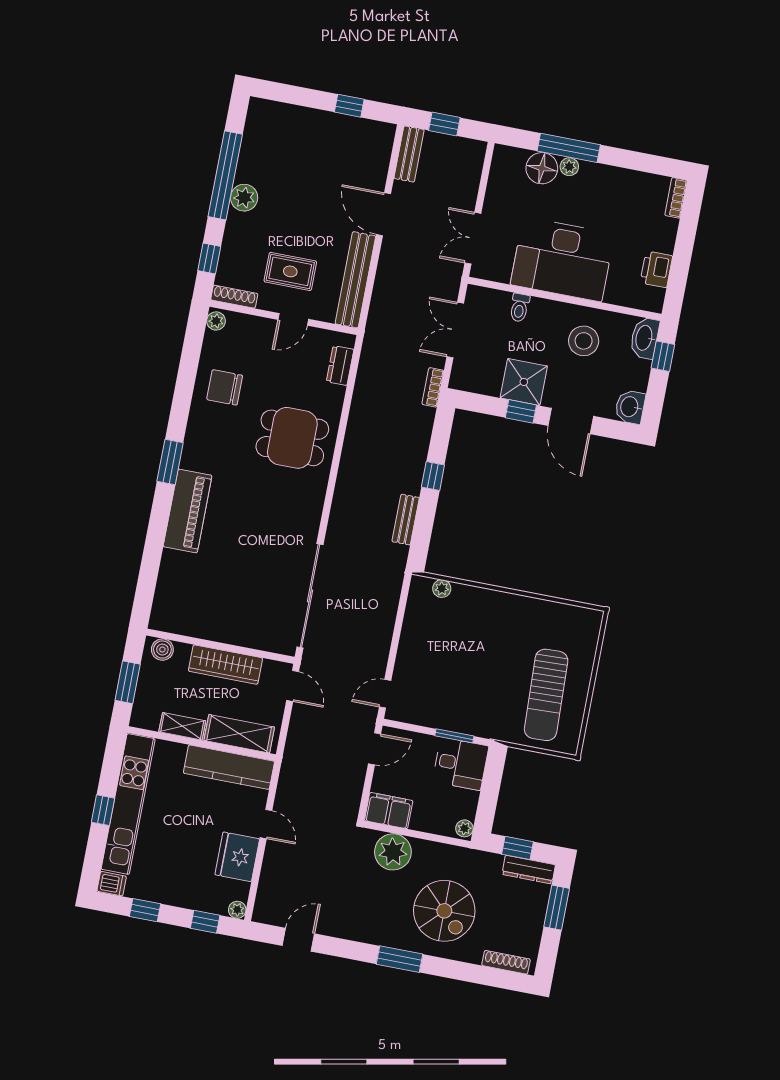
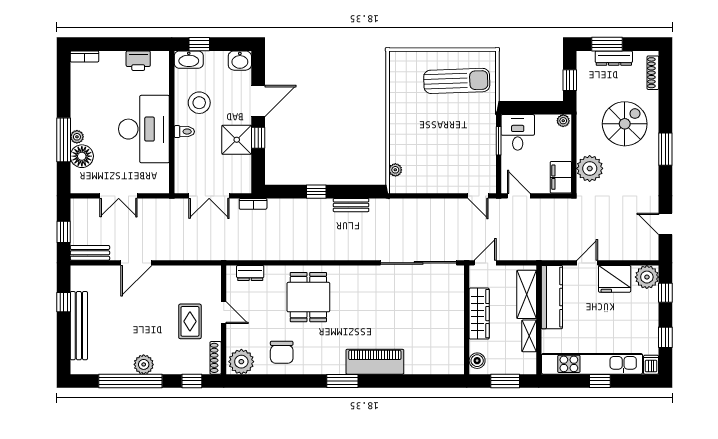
double door: (473, 238) -> (119, 196), moved
bench: (355, 280) -> (79, 326), moved, turned 90
toilet: (520, 308) -> (184, 132), moved
plant: (216, 321) -> (241, 362), width x1.87, depth x1.87
dresser: (529, 870) -> (614, 58), moved, turned 90
plant: (237, 910) -> (647, 277), width x1.88, depth x1.88

